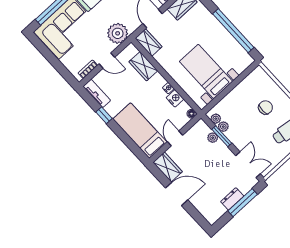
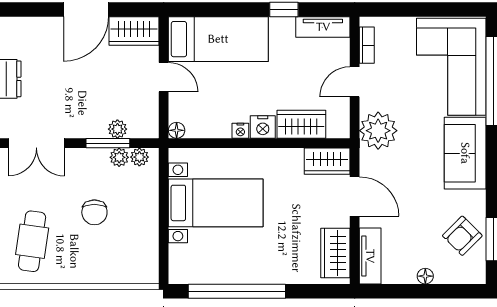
nightstand: (175, 98) -> (263, 127), moved
chair: (265, 107) -> (94, 212), moved

